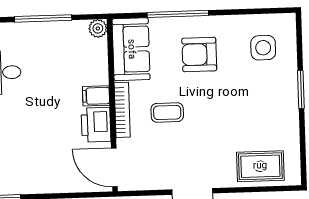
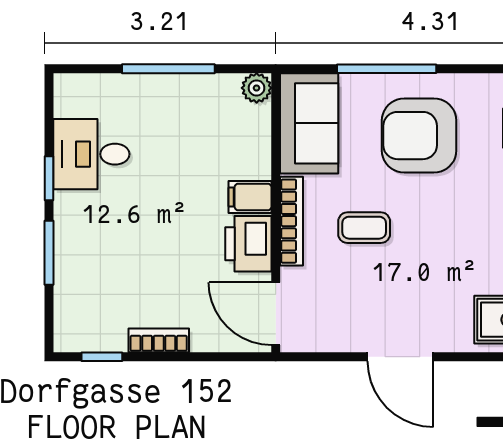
armchair: (199, 54) -> (419, 136), width x1.36, depth x1.36
bookcase: (43, 186) -> (159, 340), added

